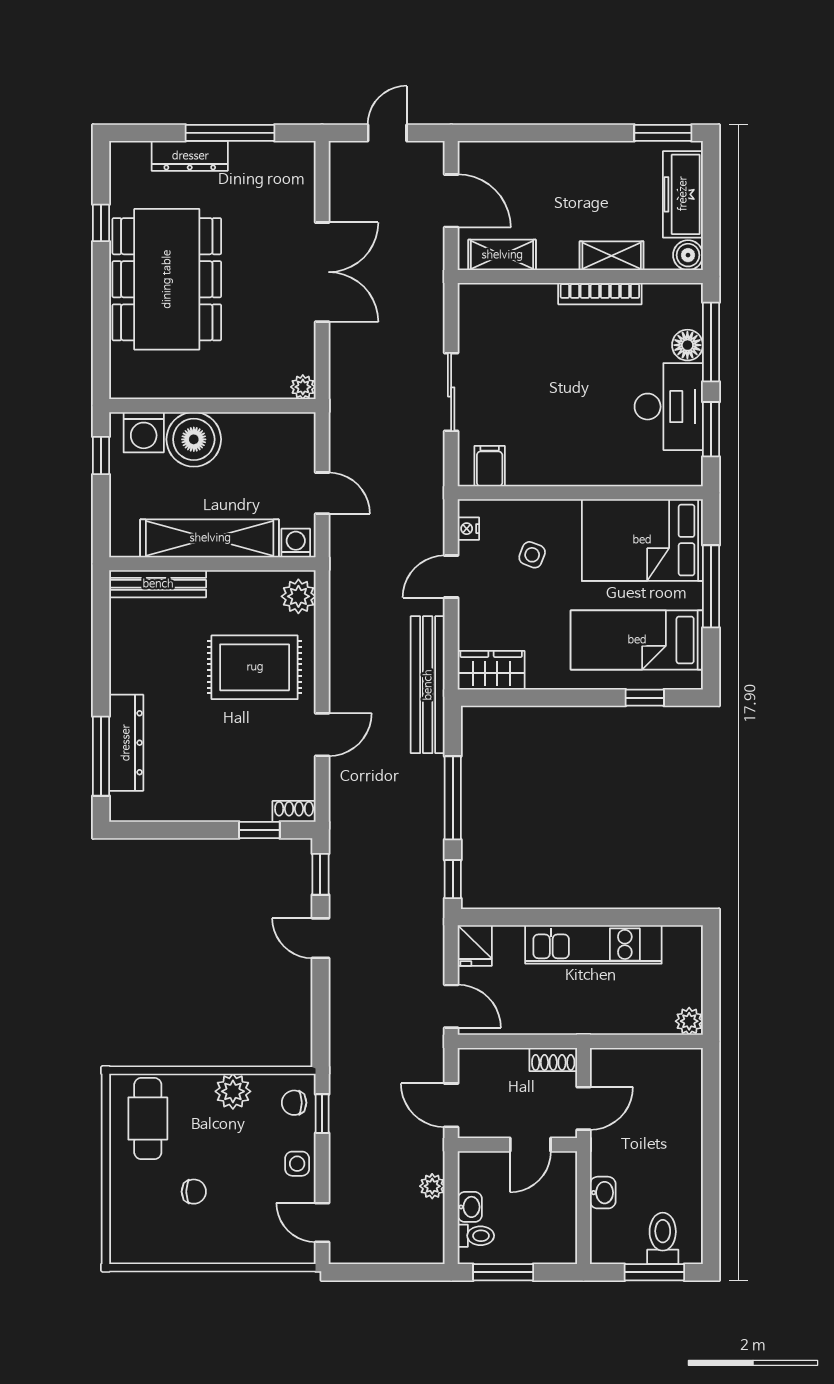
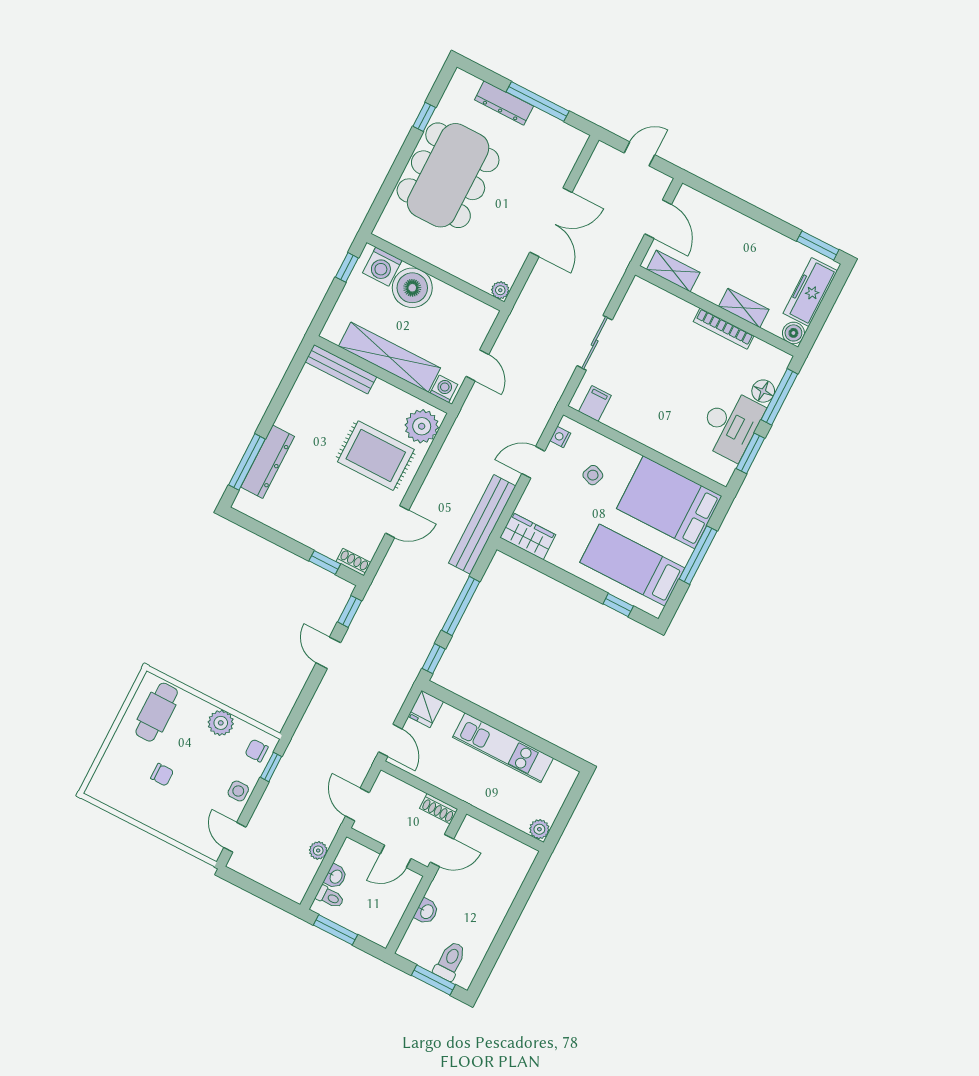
plant: (298, 596) -> (422, 426), width x1.36, depth x1.36

